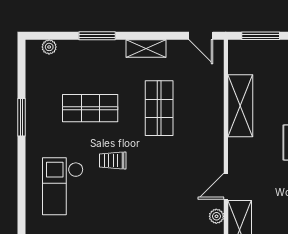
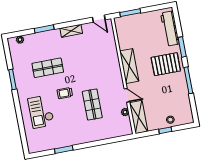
shelving: (240, 106) -> (129, 66), moved
shop shelf: (159, 108) -> (92, 105), moved
door: (226, 186) -> (127, 95), swing flipped

